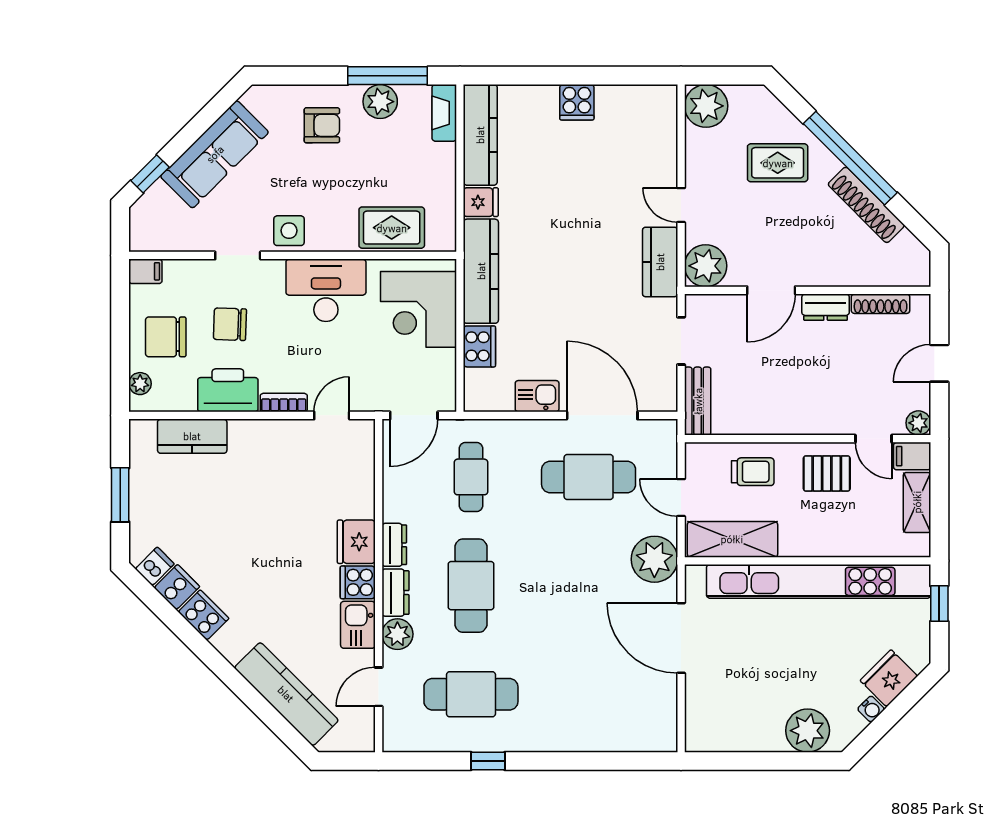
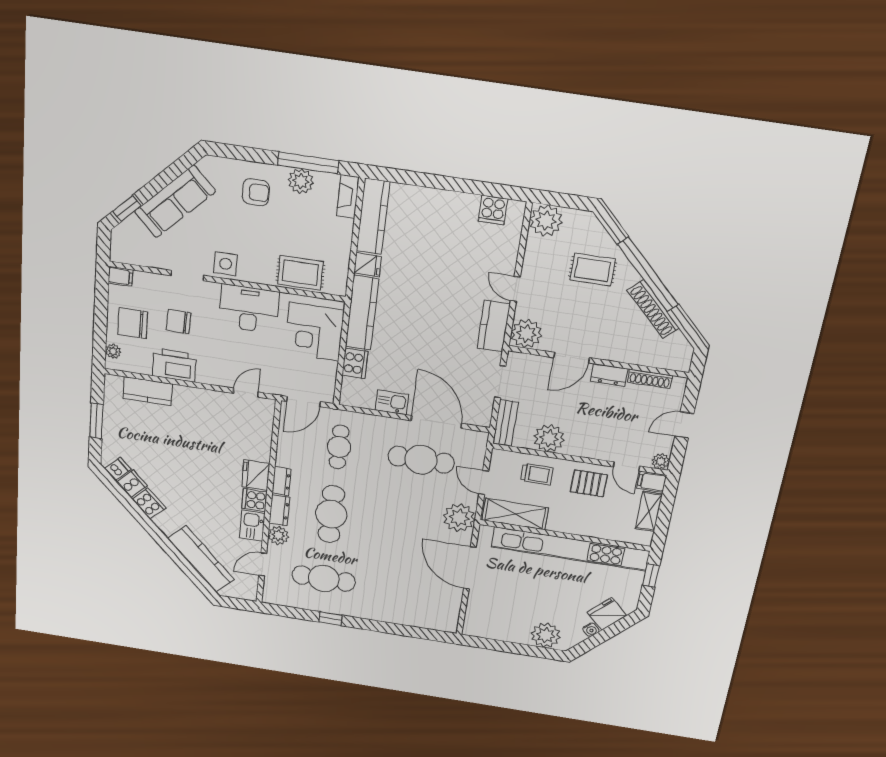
cooker: (577, 102) -> (493, 210), moved
bookcase: (284, 403) -> (213, 379), removed
plant: (761, 414) -> (549, 438), added

